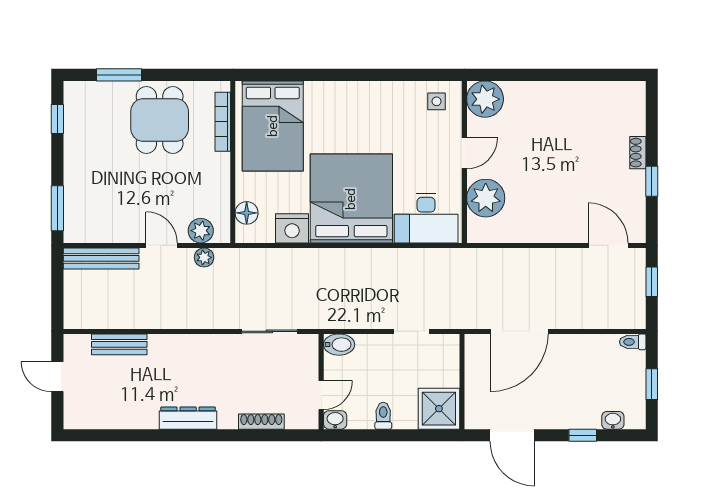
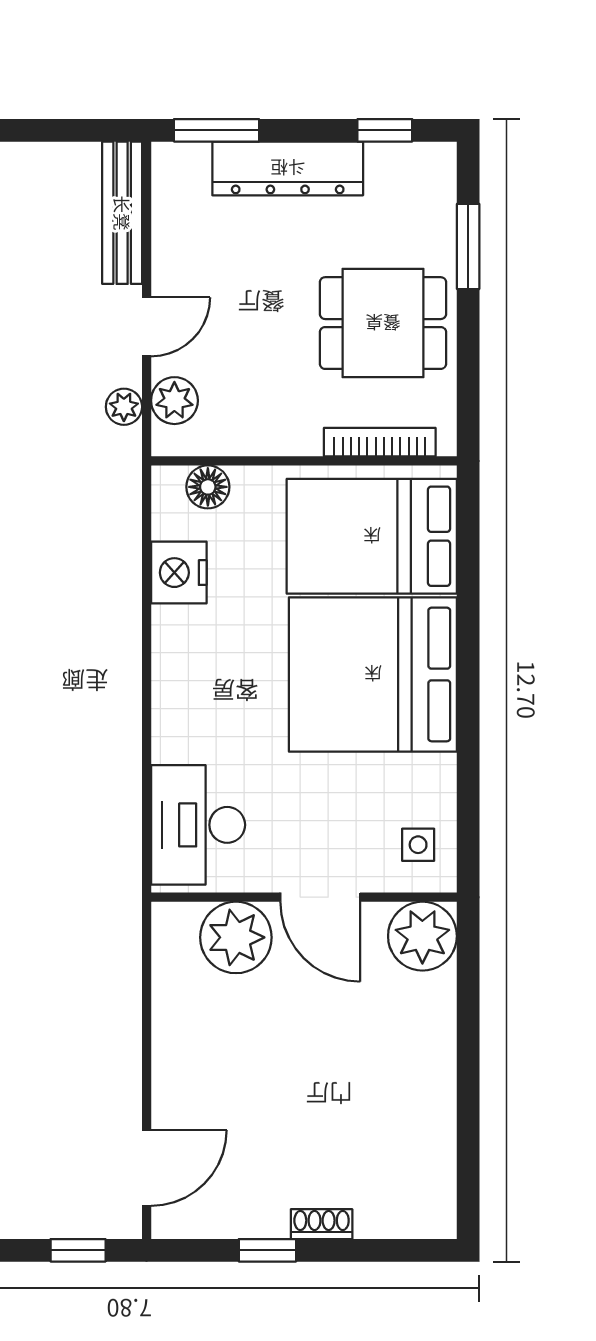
door: (464, 153) -> (320, 897), width x1.38
dresser: (78, 171) -> (288, 168), added
bed: (351, 199) -> (373, 674), moved, turned 180

